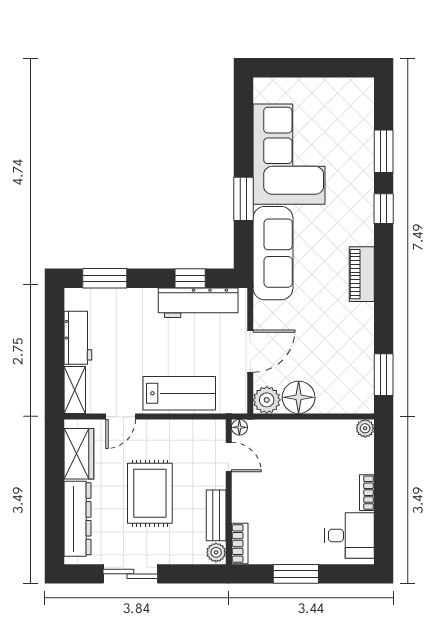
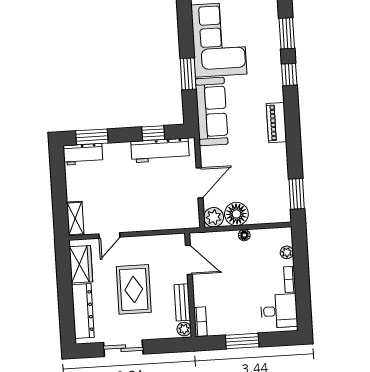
workbench: (78, 338) -> (83, 154), moved, turned 90
lab bench: (179, 393) -> (151, 216), removed
floor lamp: (239, 427) -> (244, 235), moved
plant: (365, 428) -> (287, 252), moved
door: (229, 457) -> (189, 260), width x1.38

